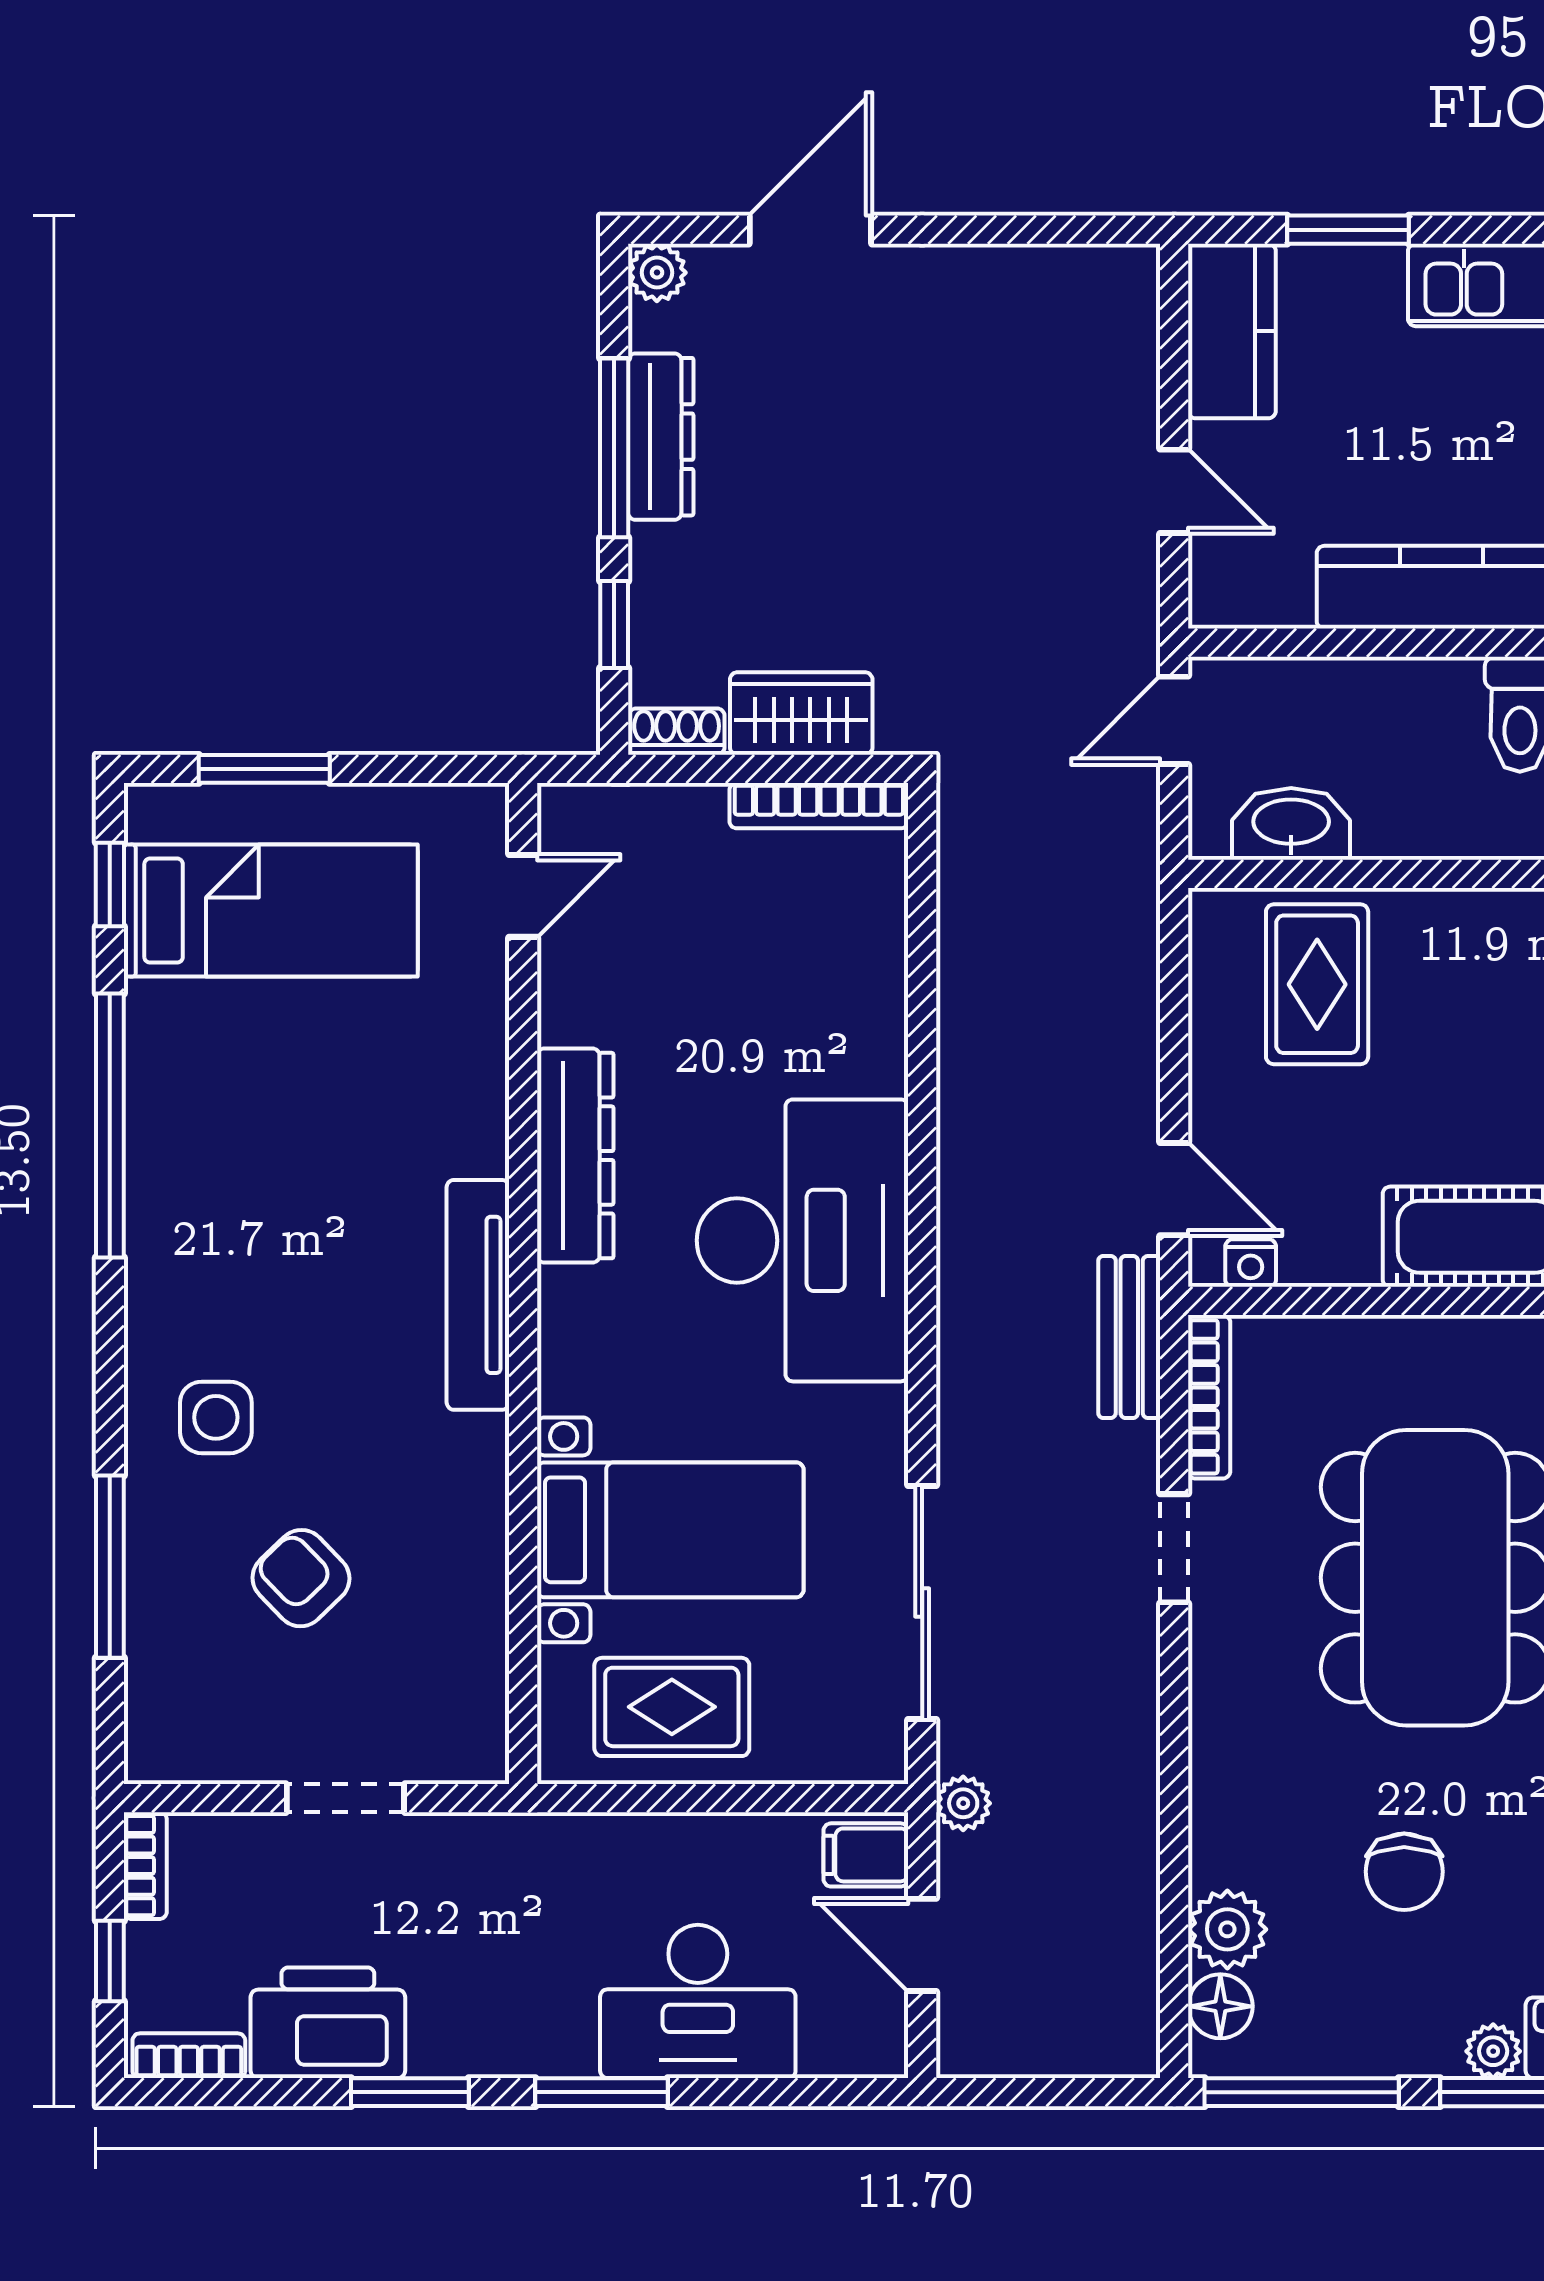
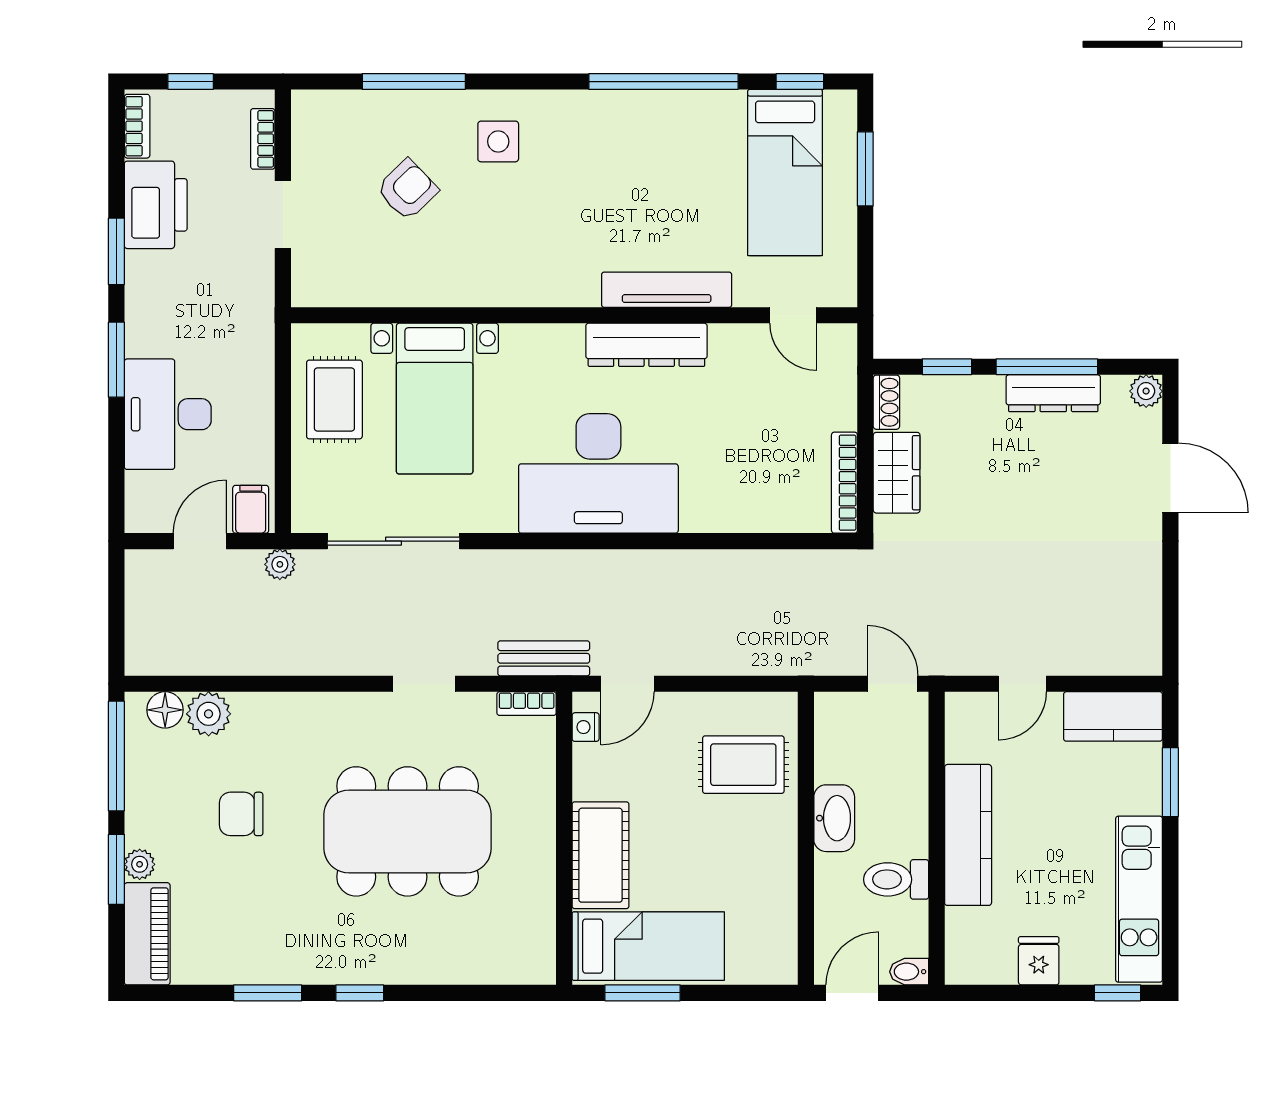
washbasin: (1291, 824) -> (834, 818), moved
tv unit: (478, 1295) -> (667, 290), moved
bookcase: (1209, 1397) -> (527, 704), width x0.64
bookcase: (145, 1866) -> (263, 139), moved, turned 90

